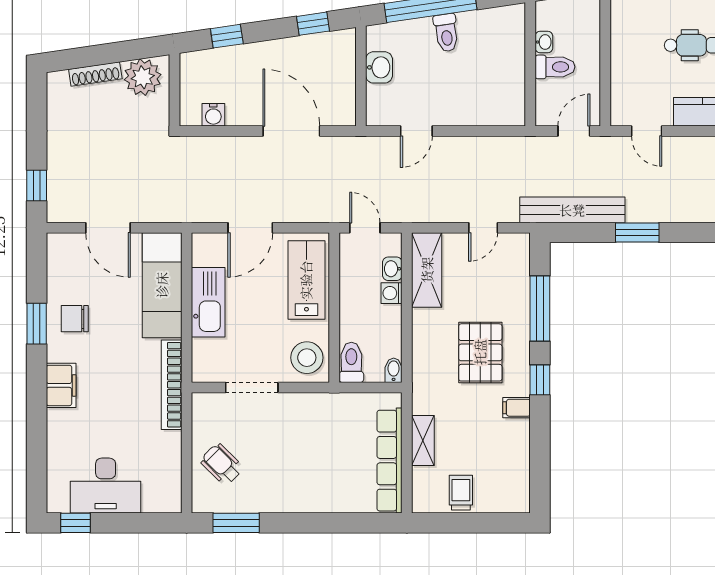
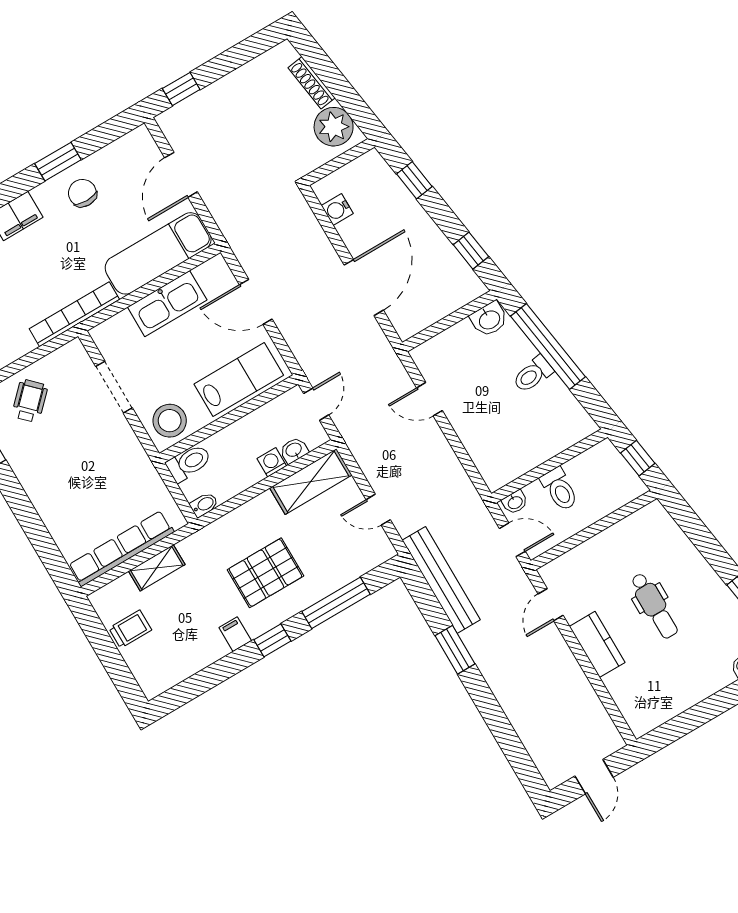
washbasin: (544, 42) -> (515, 502), moved
washbasin: (379, 67) -> (489, 319), moved

